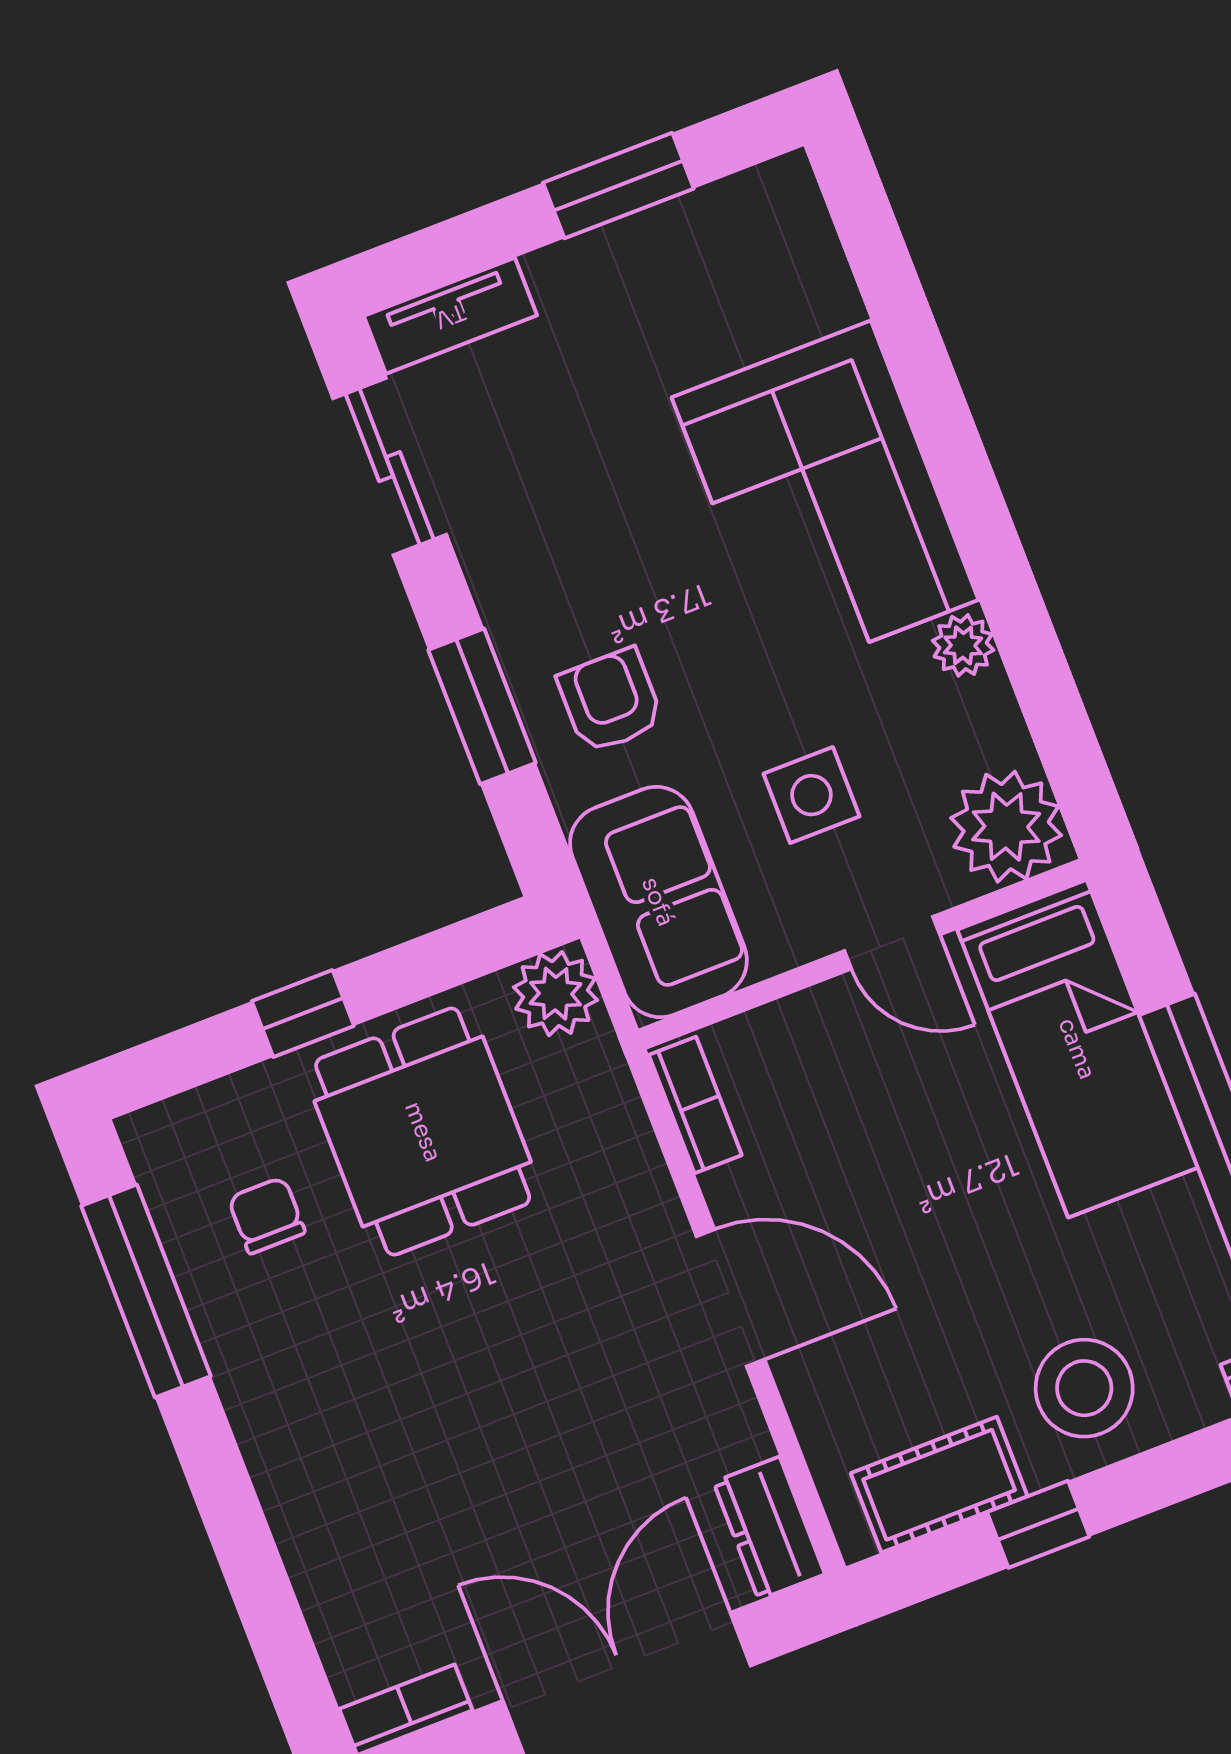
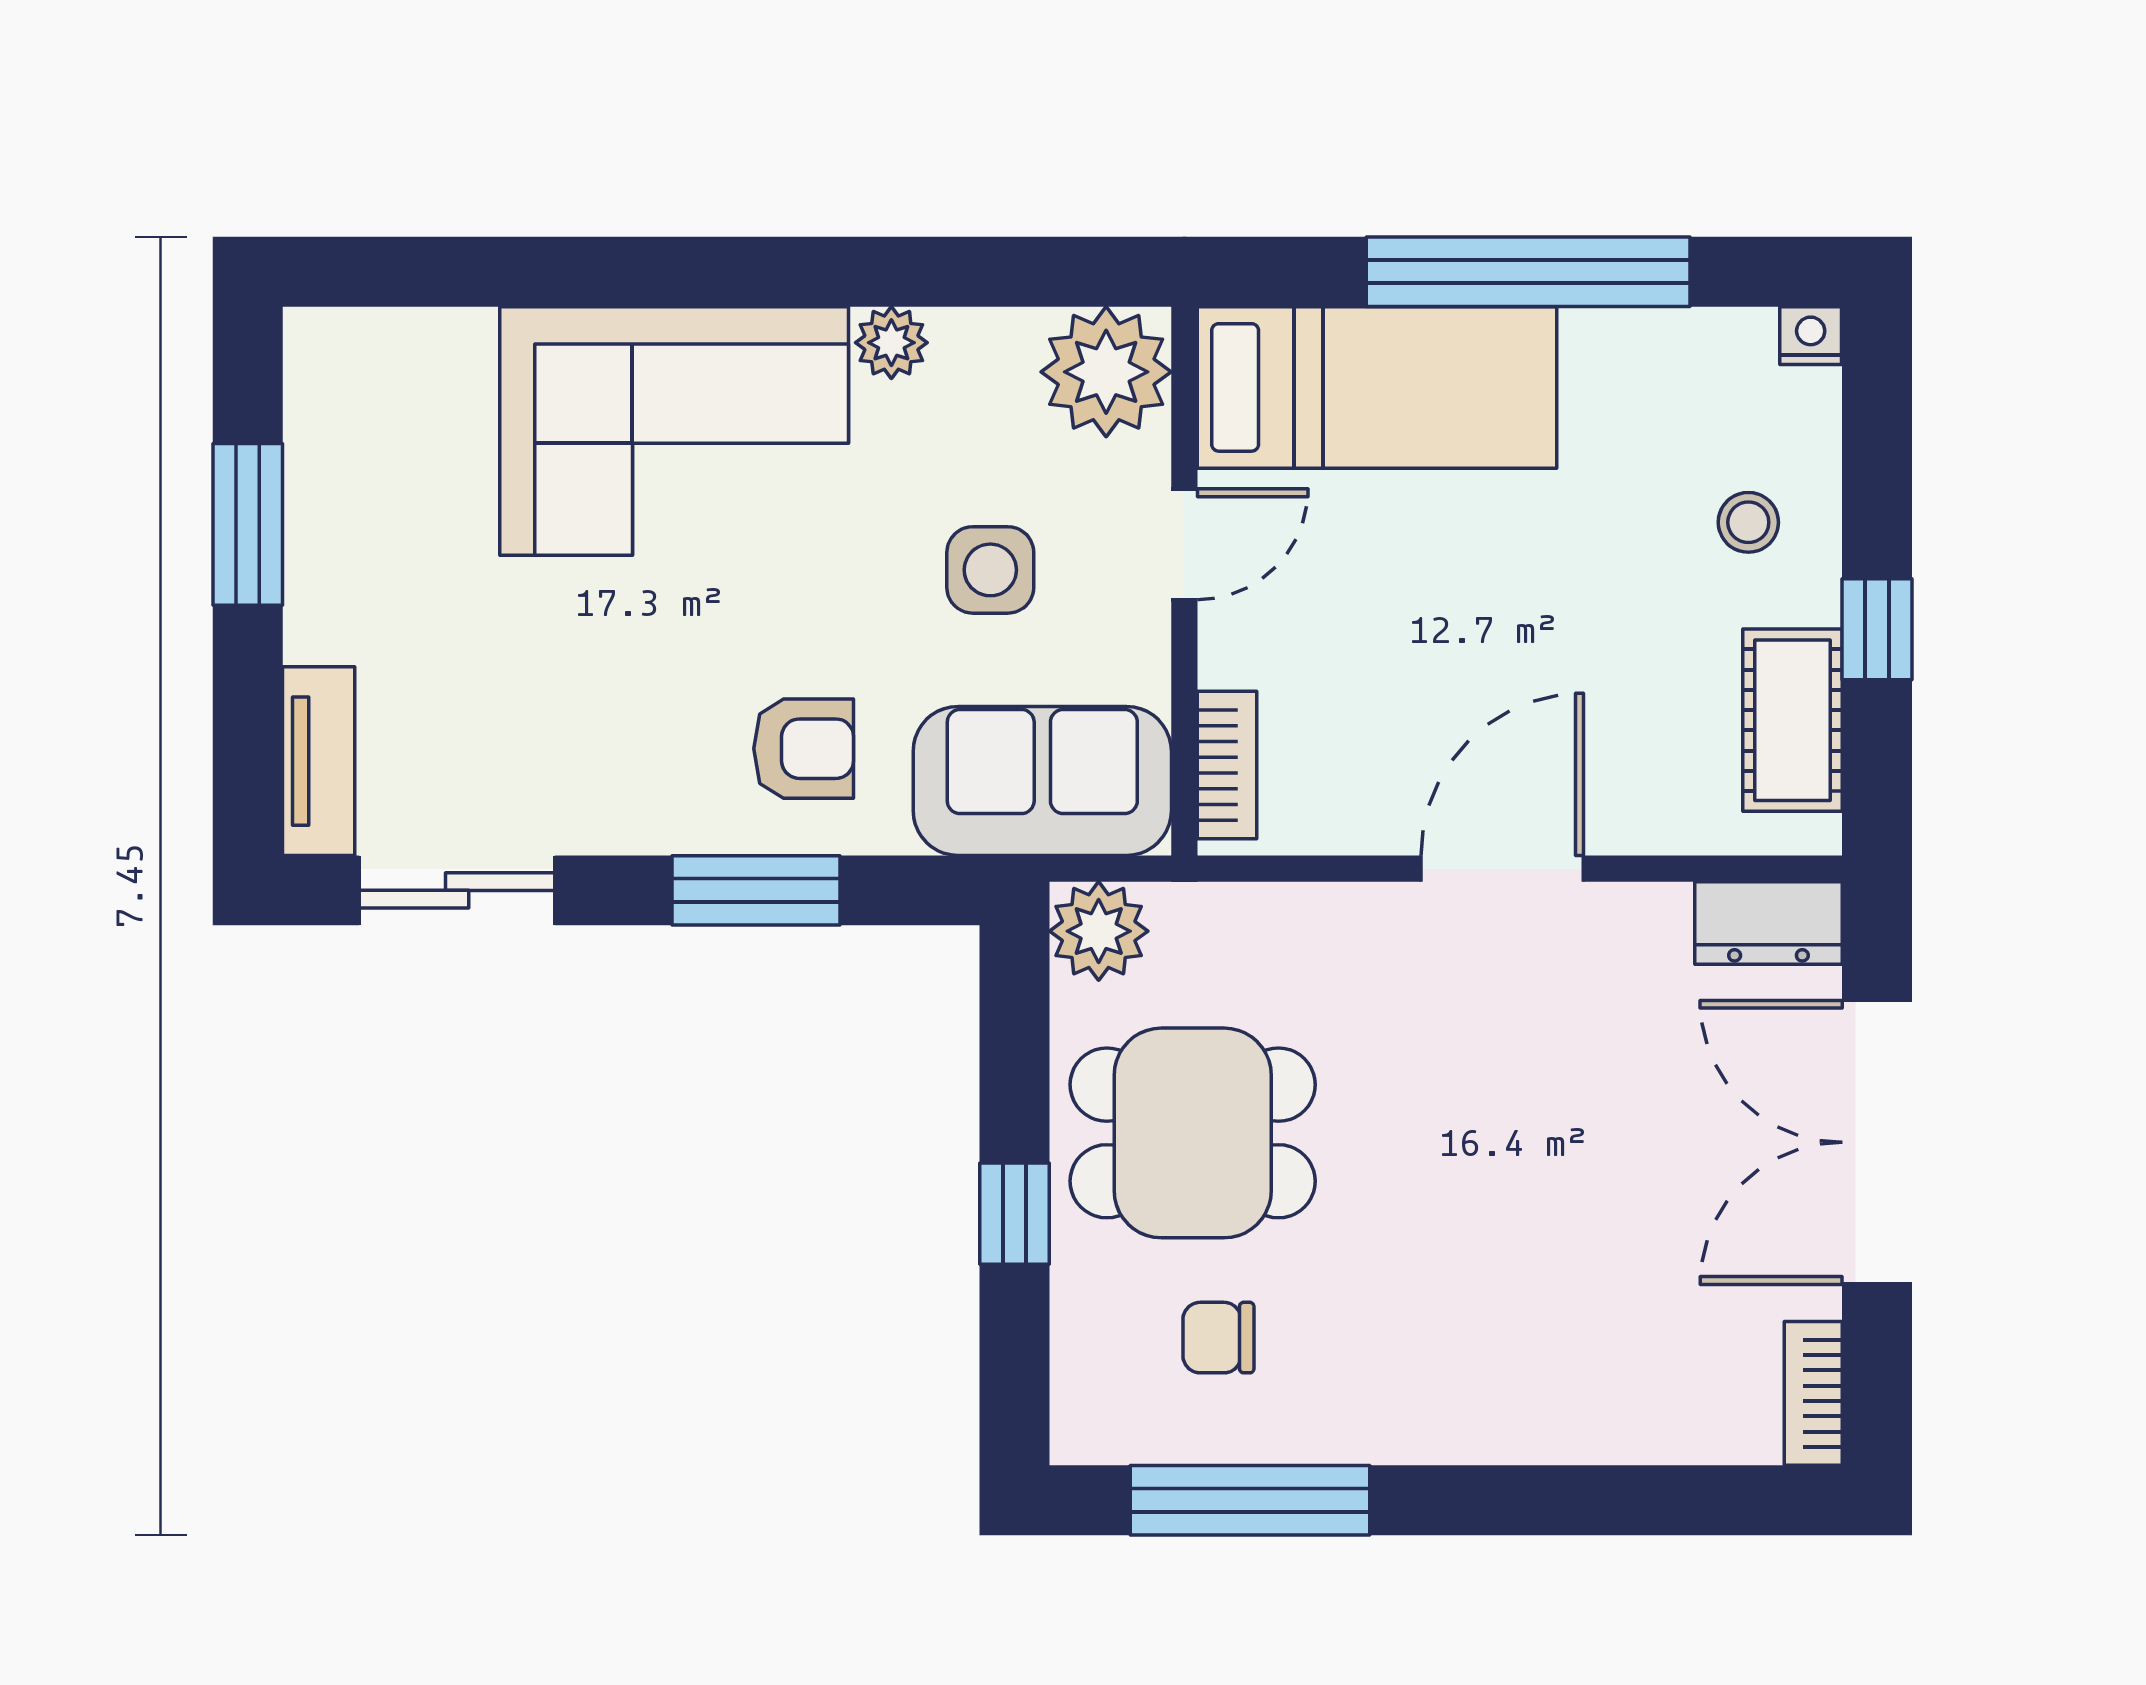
armchair: (610, 701) -> (804, 749), turned 180
bookcase: (695, 1105) -> (1227, 765), moved, turned 90
stool: (1084, 1388) -> (1748, 522), width x0.53, depth x0.53

